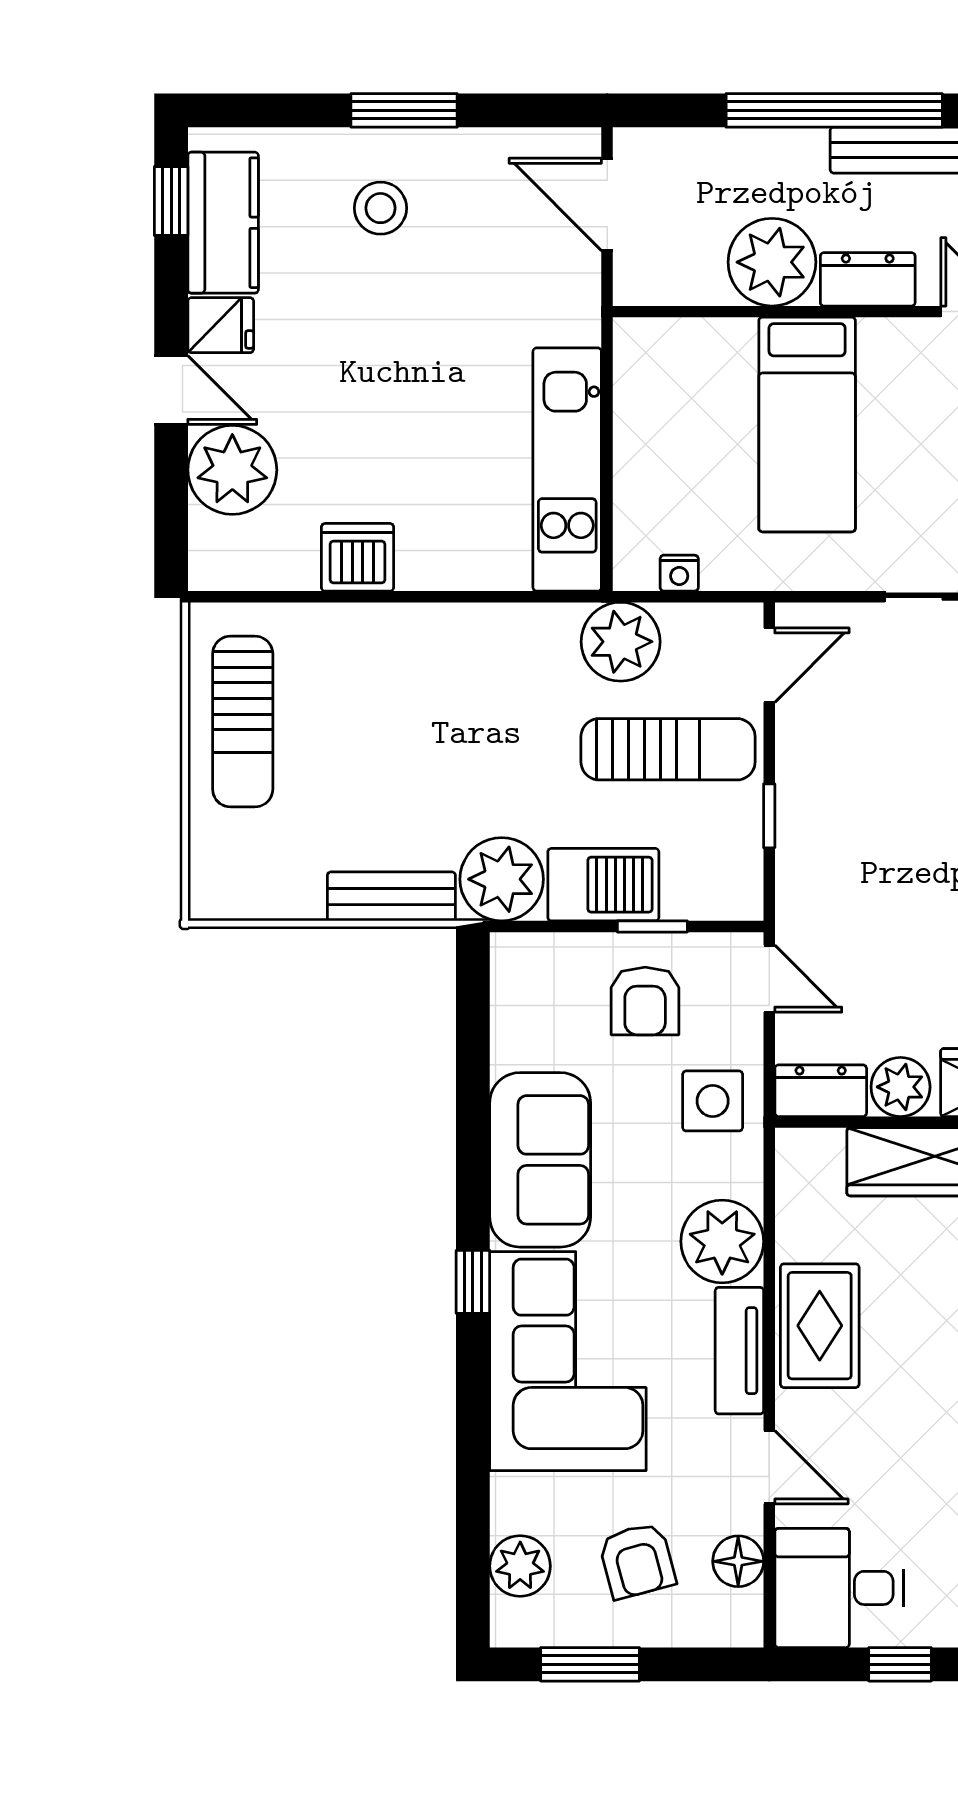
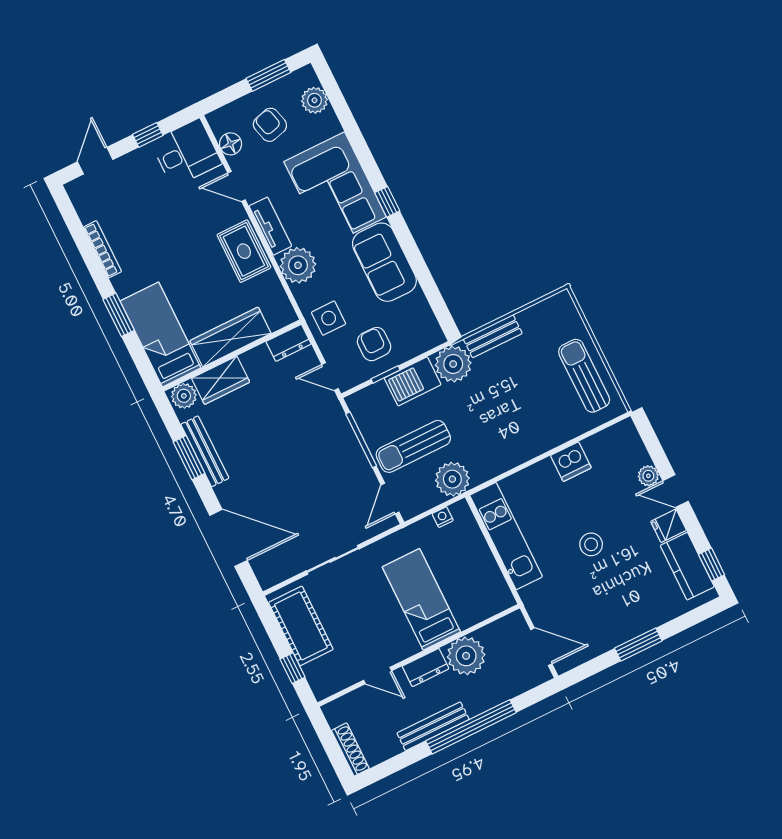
stool: (380, 208) -> (591, 544), moved
plant: (232, 470) -> (648, 476), width x0.53, depth x0.53
window: (769, 816) -> (361, 440), width x2.17
plant: (901, 1087) -> (258, 360), removed

